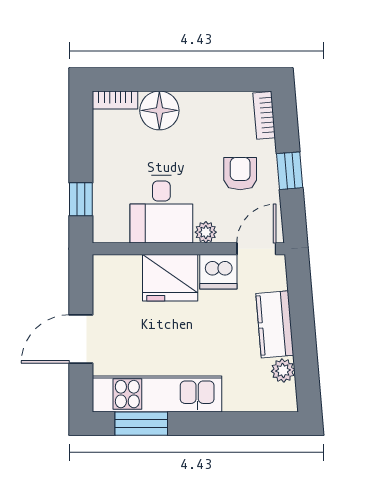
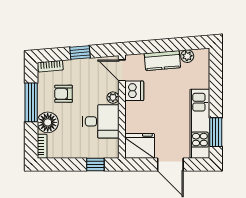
window: (197, 79) -> (31, 102), added
armchair: (240, 174) -> (63, 94), moved
fridge: (170, 278) -> (140, 146), moved, turned -90

